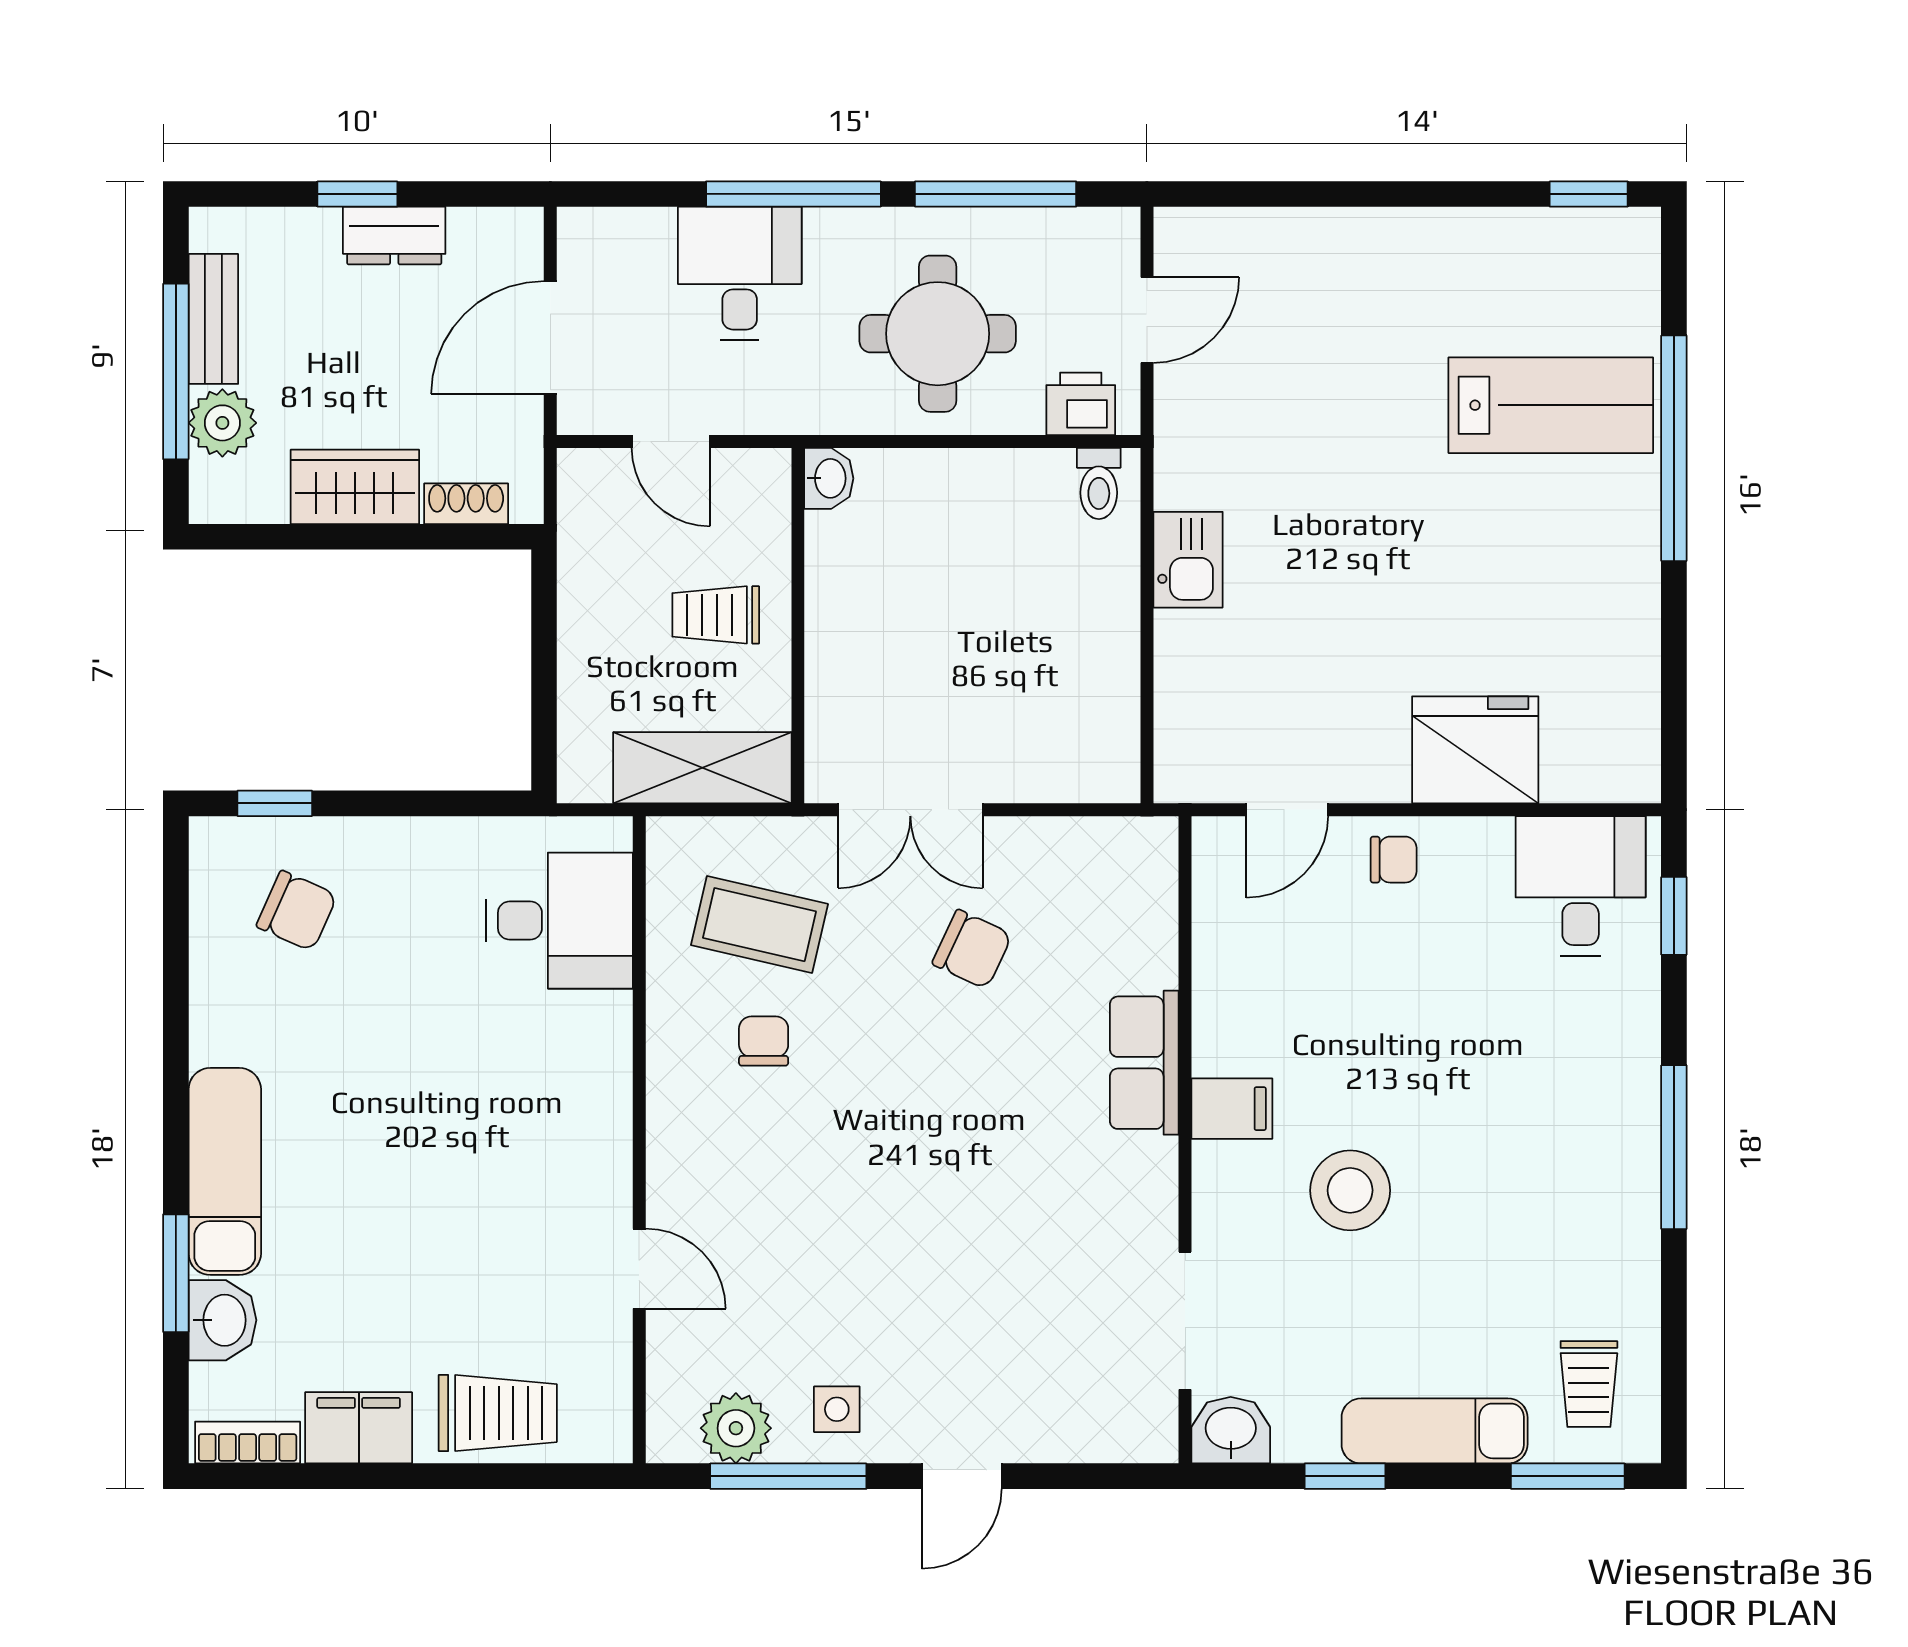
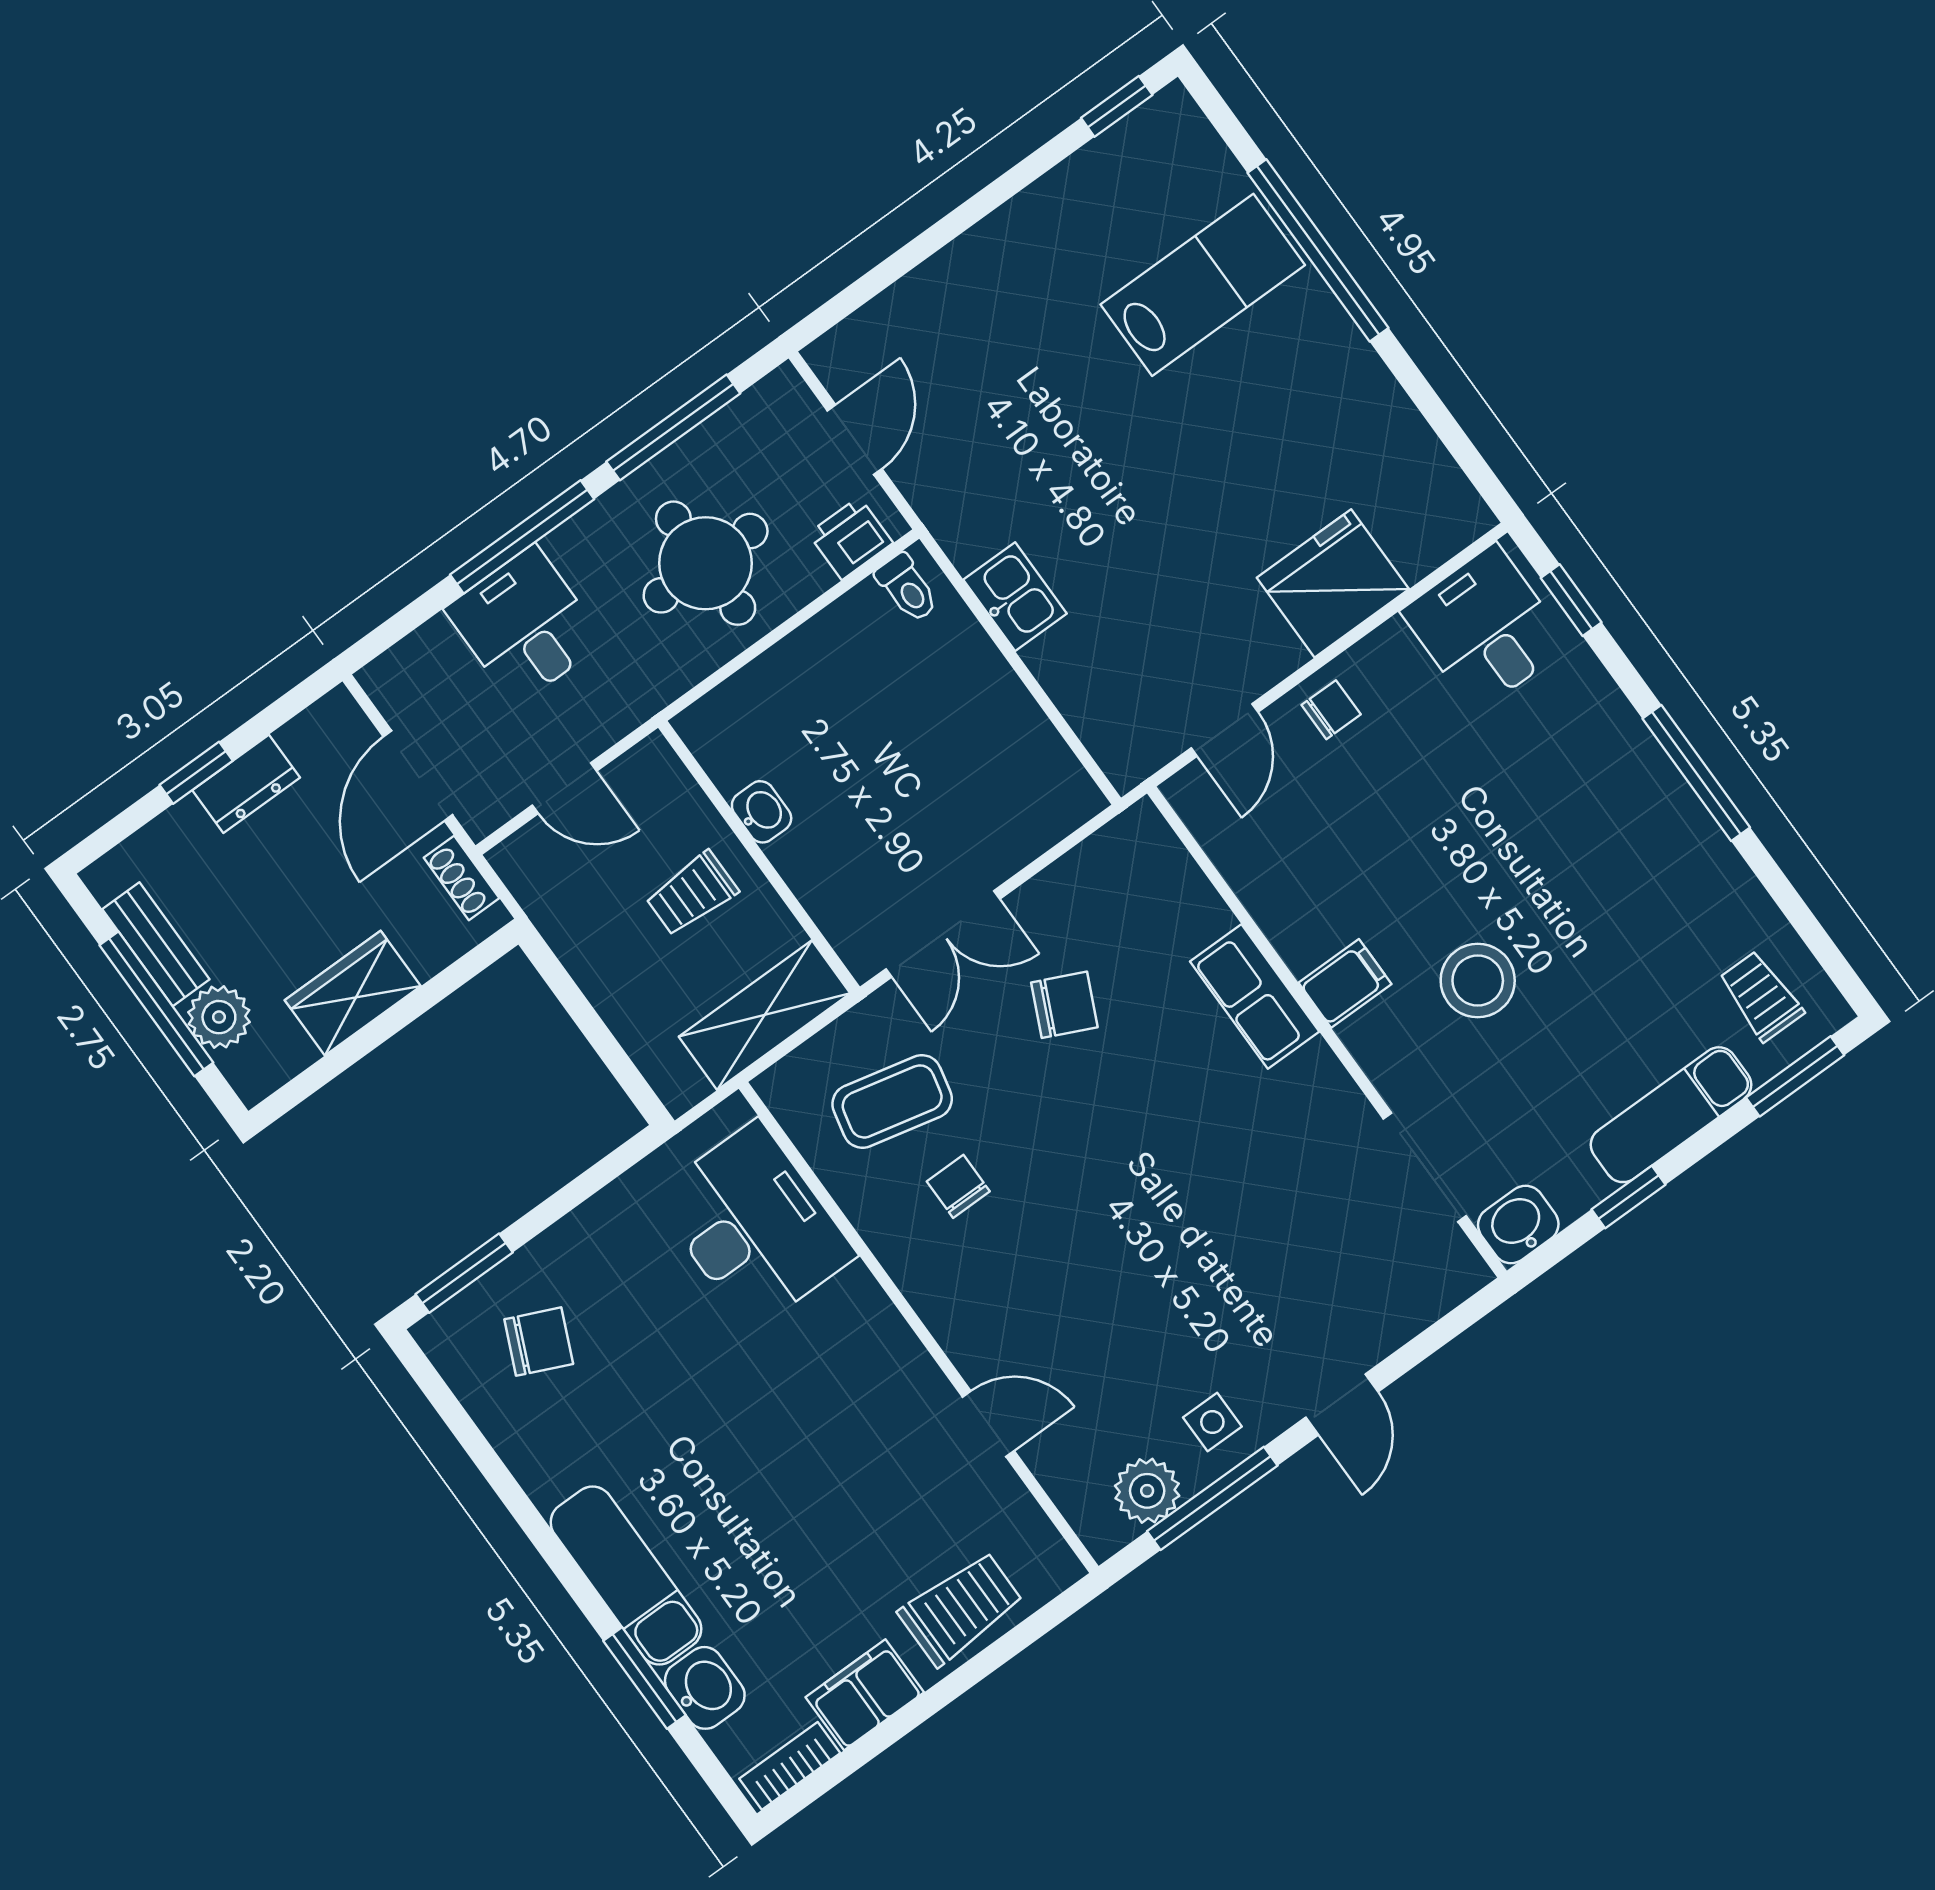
washbasin: (829, 478) -> (762, 812), moved
shoe rack: (466, 504) -> (462, 878), moved, turned -90
window: (275, 803) -> (464, 1273), width x1.50
desk: (560, 921) -> (754, 1226), width x1.37
trolley: (1589, 1384) -> (1761, 996), turned 180

